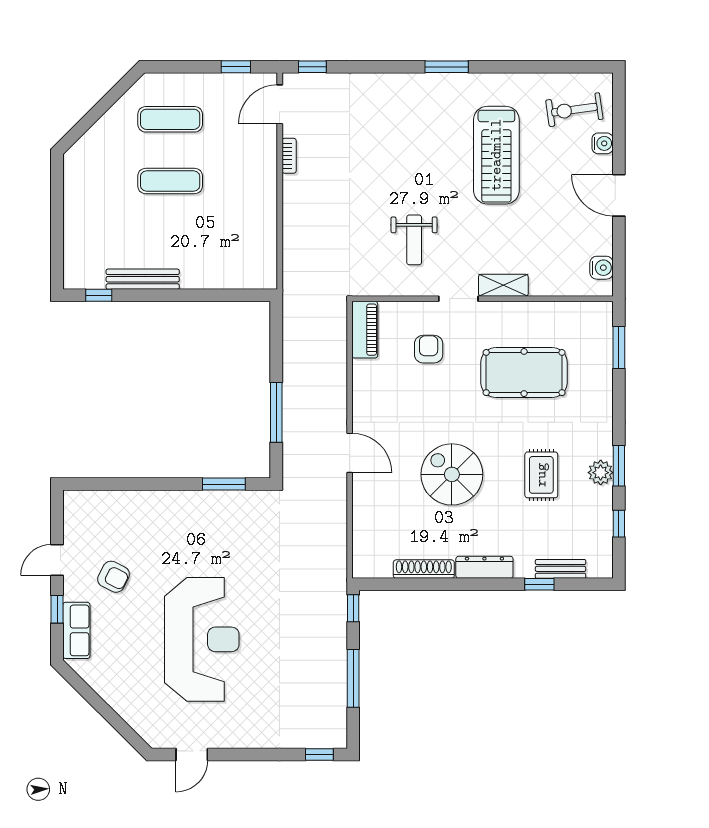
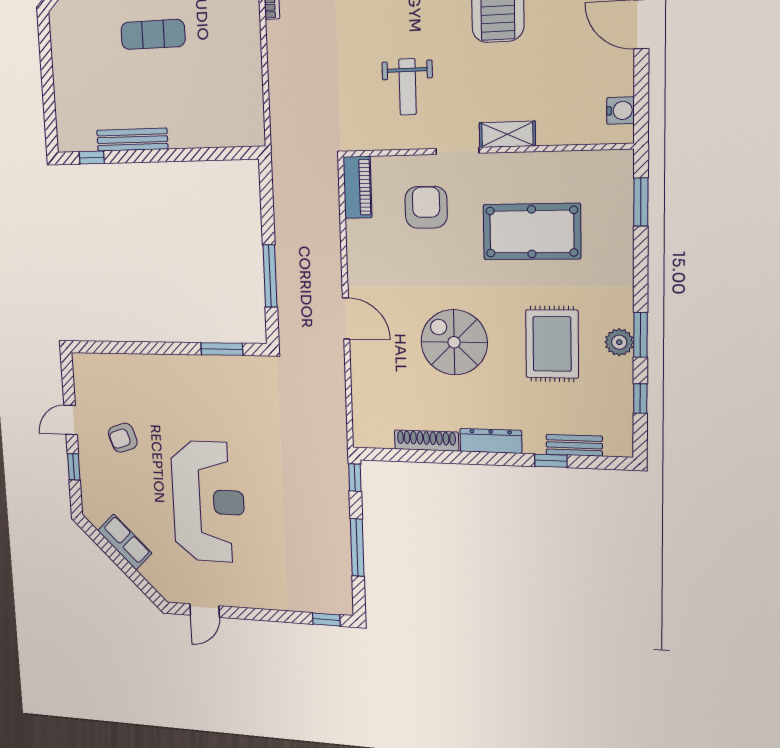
armchair: (429, 349) -> (426, 207), width x1.38, depth x1.38
rug: (541, 475) -> (552, 344), width x1.36, depth x1.43
armchair: (114, 577) -> (123, 438), turned 134
row of seats: (76, 630) -> (125, 542), moved, turned -45

